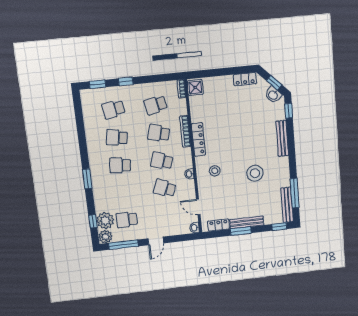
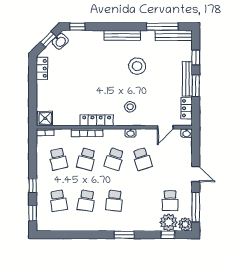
bench: (282, 138) -> (122, 35), moved
school desk: (165, 188) -> (142, 159), turned -39
window: (279, 227) -> (196, 57), moved

